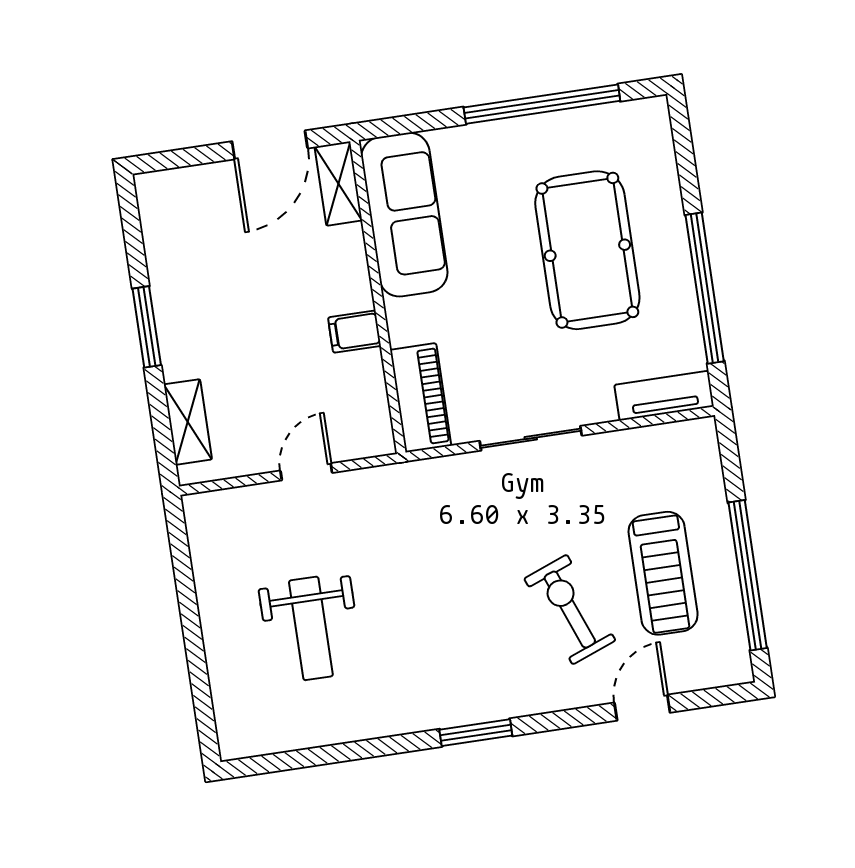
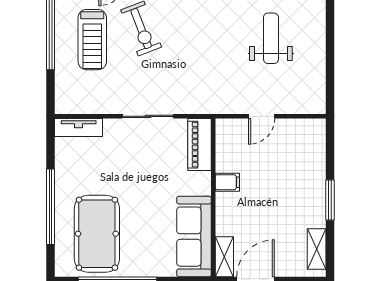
pool table: (587, 250) -> (97, 234), moved
window: (705, 288) -> (51, 207), moved
shelving: (188, 422) -> (317, 249), moved
treadmill: (663, 573) -> (92, 40), turned 180

